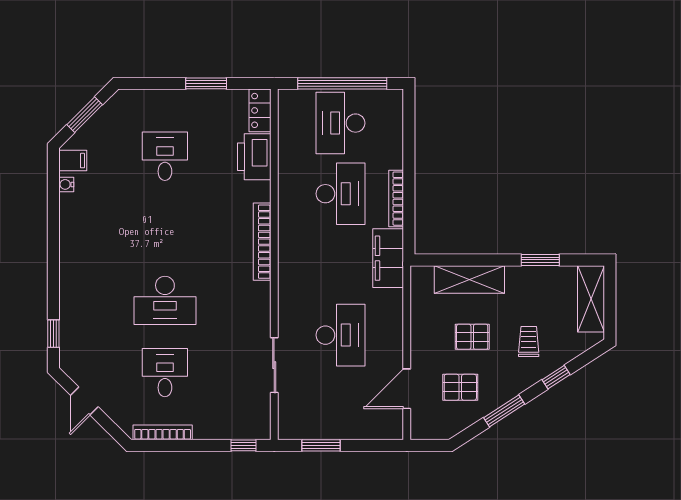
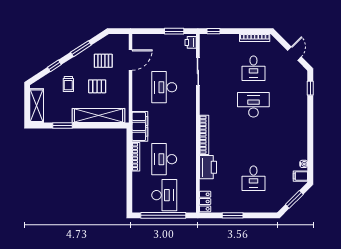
printer: (254, 157) -> (208, 167), moved
shelving: (469, 280) -> (99, 116), width x1.47
printer: (288, 423) -> (191, 42), added

